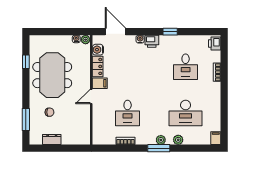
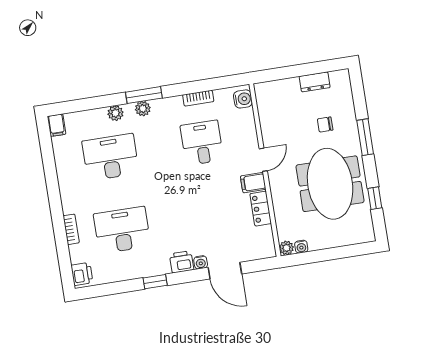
door: (115, 32) -> (225, 271), moved
water cooler: (98, 50) -> (243, 99), moved
desk: (186, 67) -> (122, 230), width x1.37
window: (26, 120) -> (365, 137), moved

